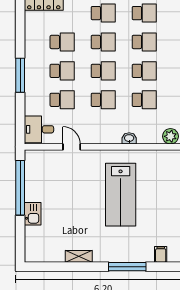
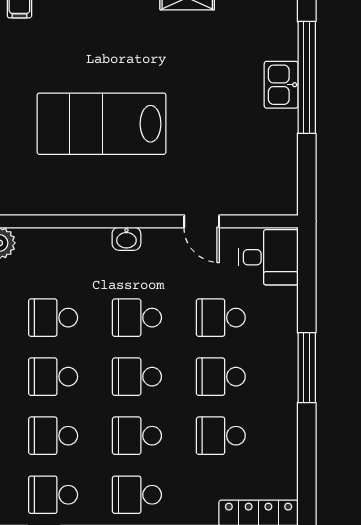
washbasin: (129, 138) -> (126, 239), moved
window: (20, 188) -> (307, 77), moved
lab bench: (121, 195) -> (102, 124), turned -90

